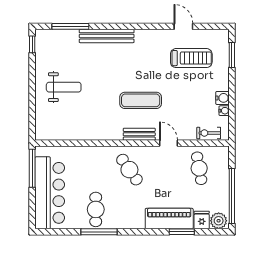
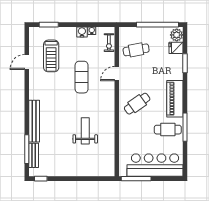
treadmill: (191, 58) -> (51, 56), turned 180
weight bench: (64, 87) -> (85, 131), moved
exercise mat: (141, 100) -> (82, 77), moved
bench: (139, 134) -> (34, 155), moved
piano: (169, 219) -> (175, 99), moved

